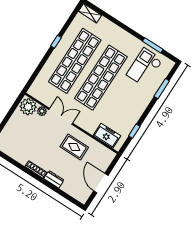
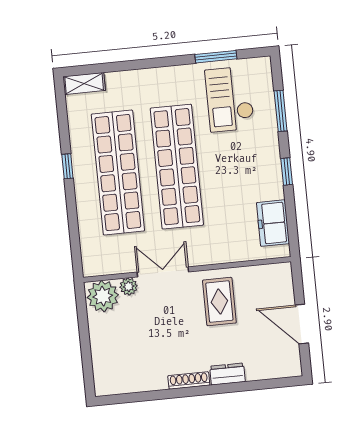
window: (134, 131) -> (287, 172), moved
freezer: (107, 136) -> (273, 223), moved, turned -90
rug: (74, 147) -> (219, 302), turned 90

